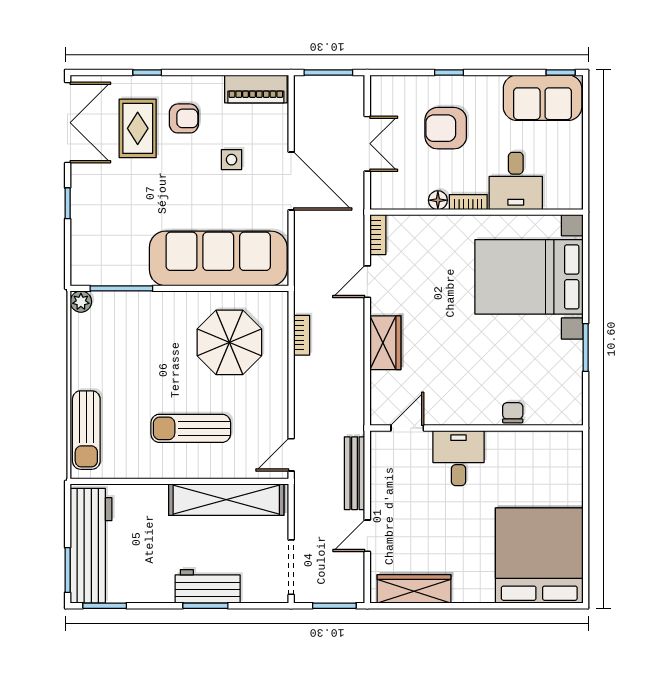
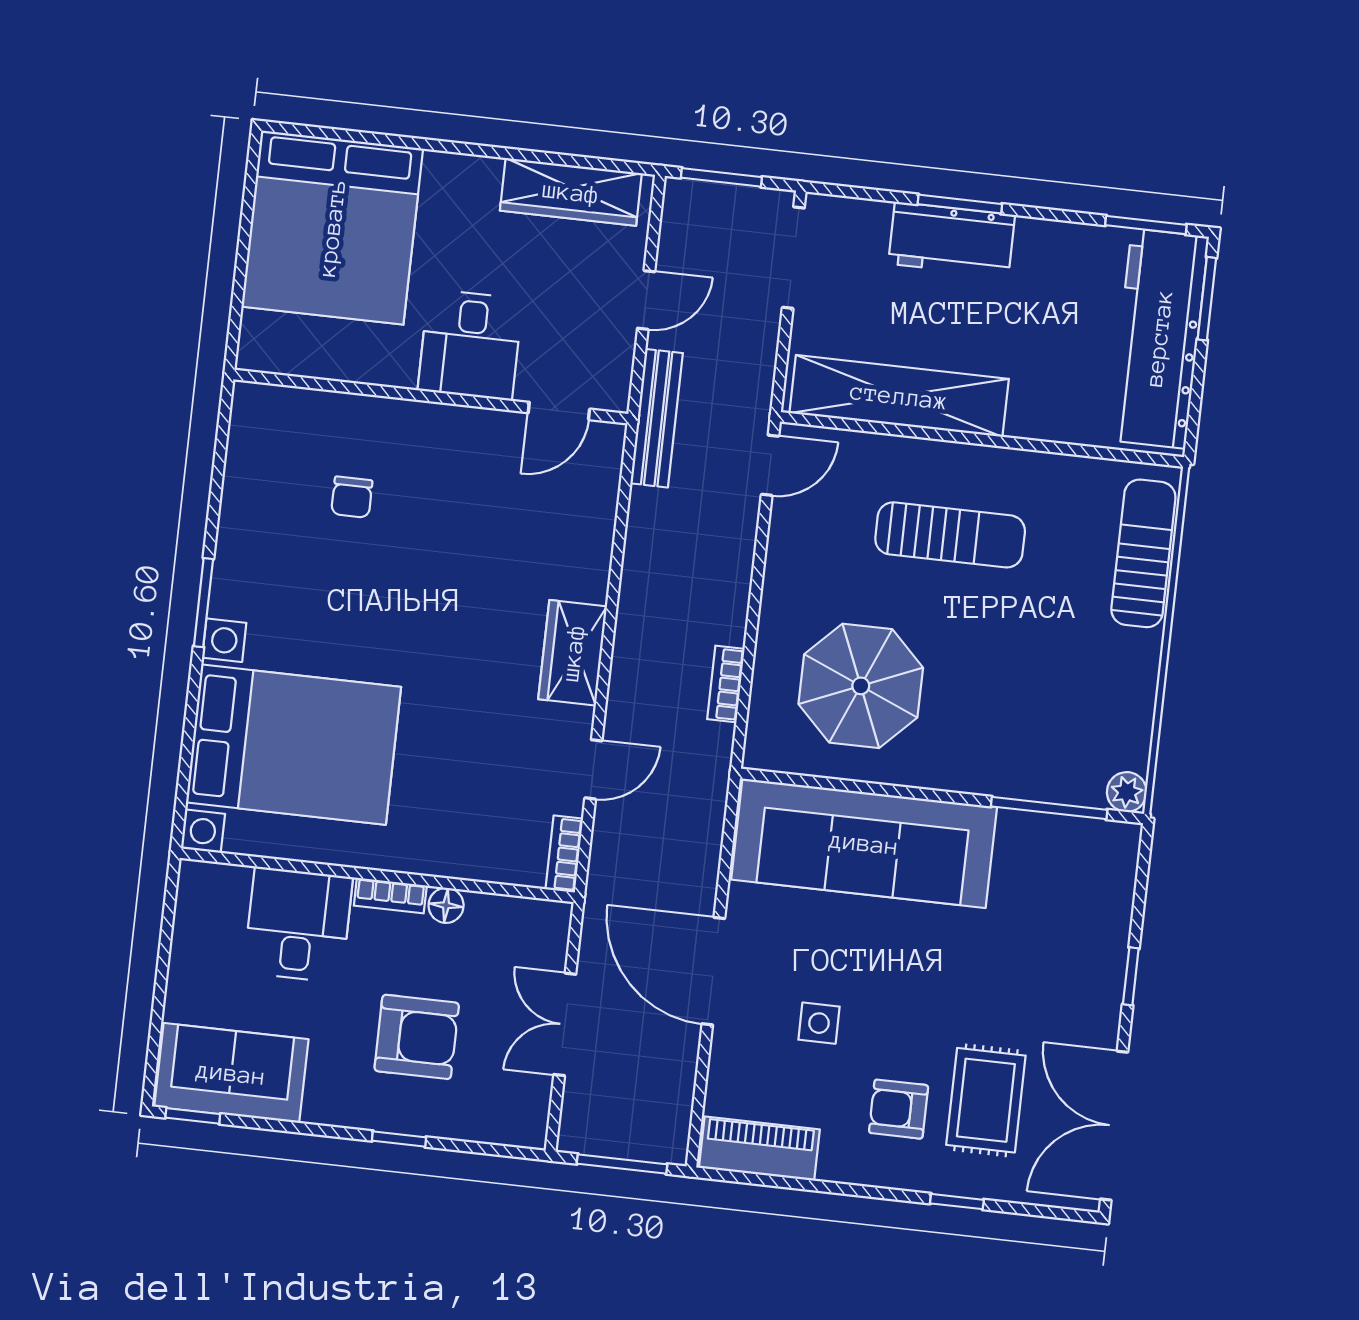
door: (407, 428) -> (559, 411), moved
wall: (476, 428) -> (431, 397), moved
desk: (459, 458) -> (470, 345), moved

